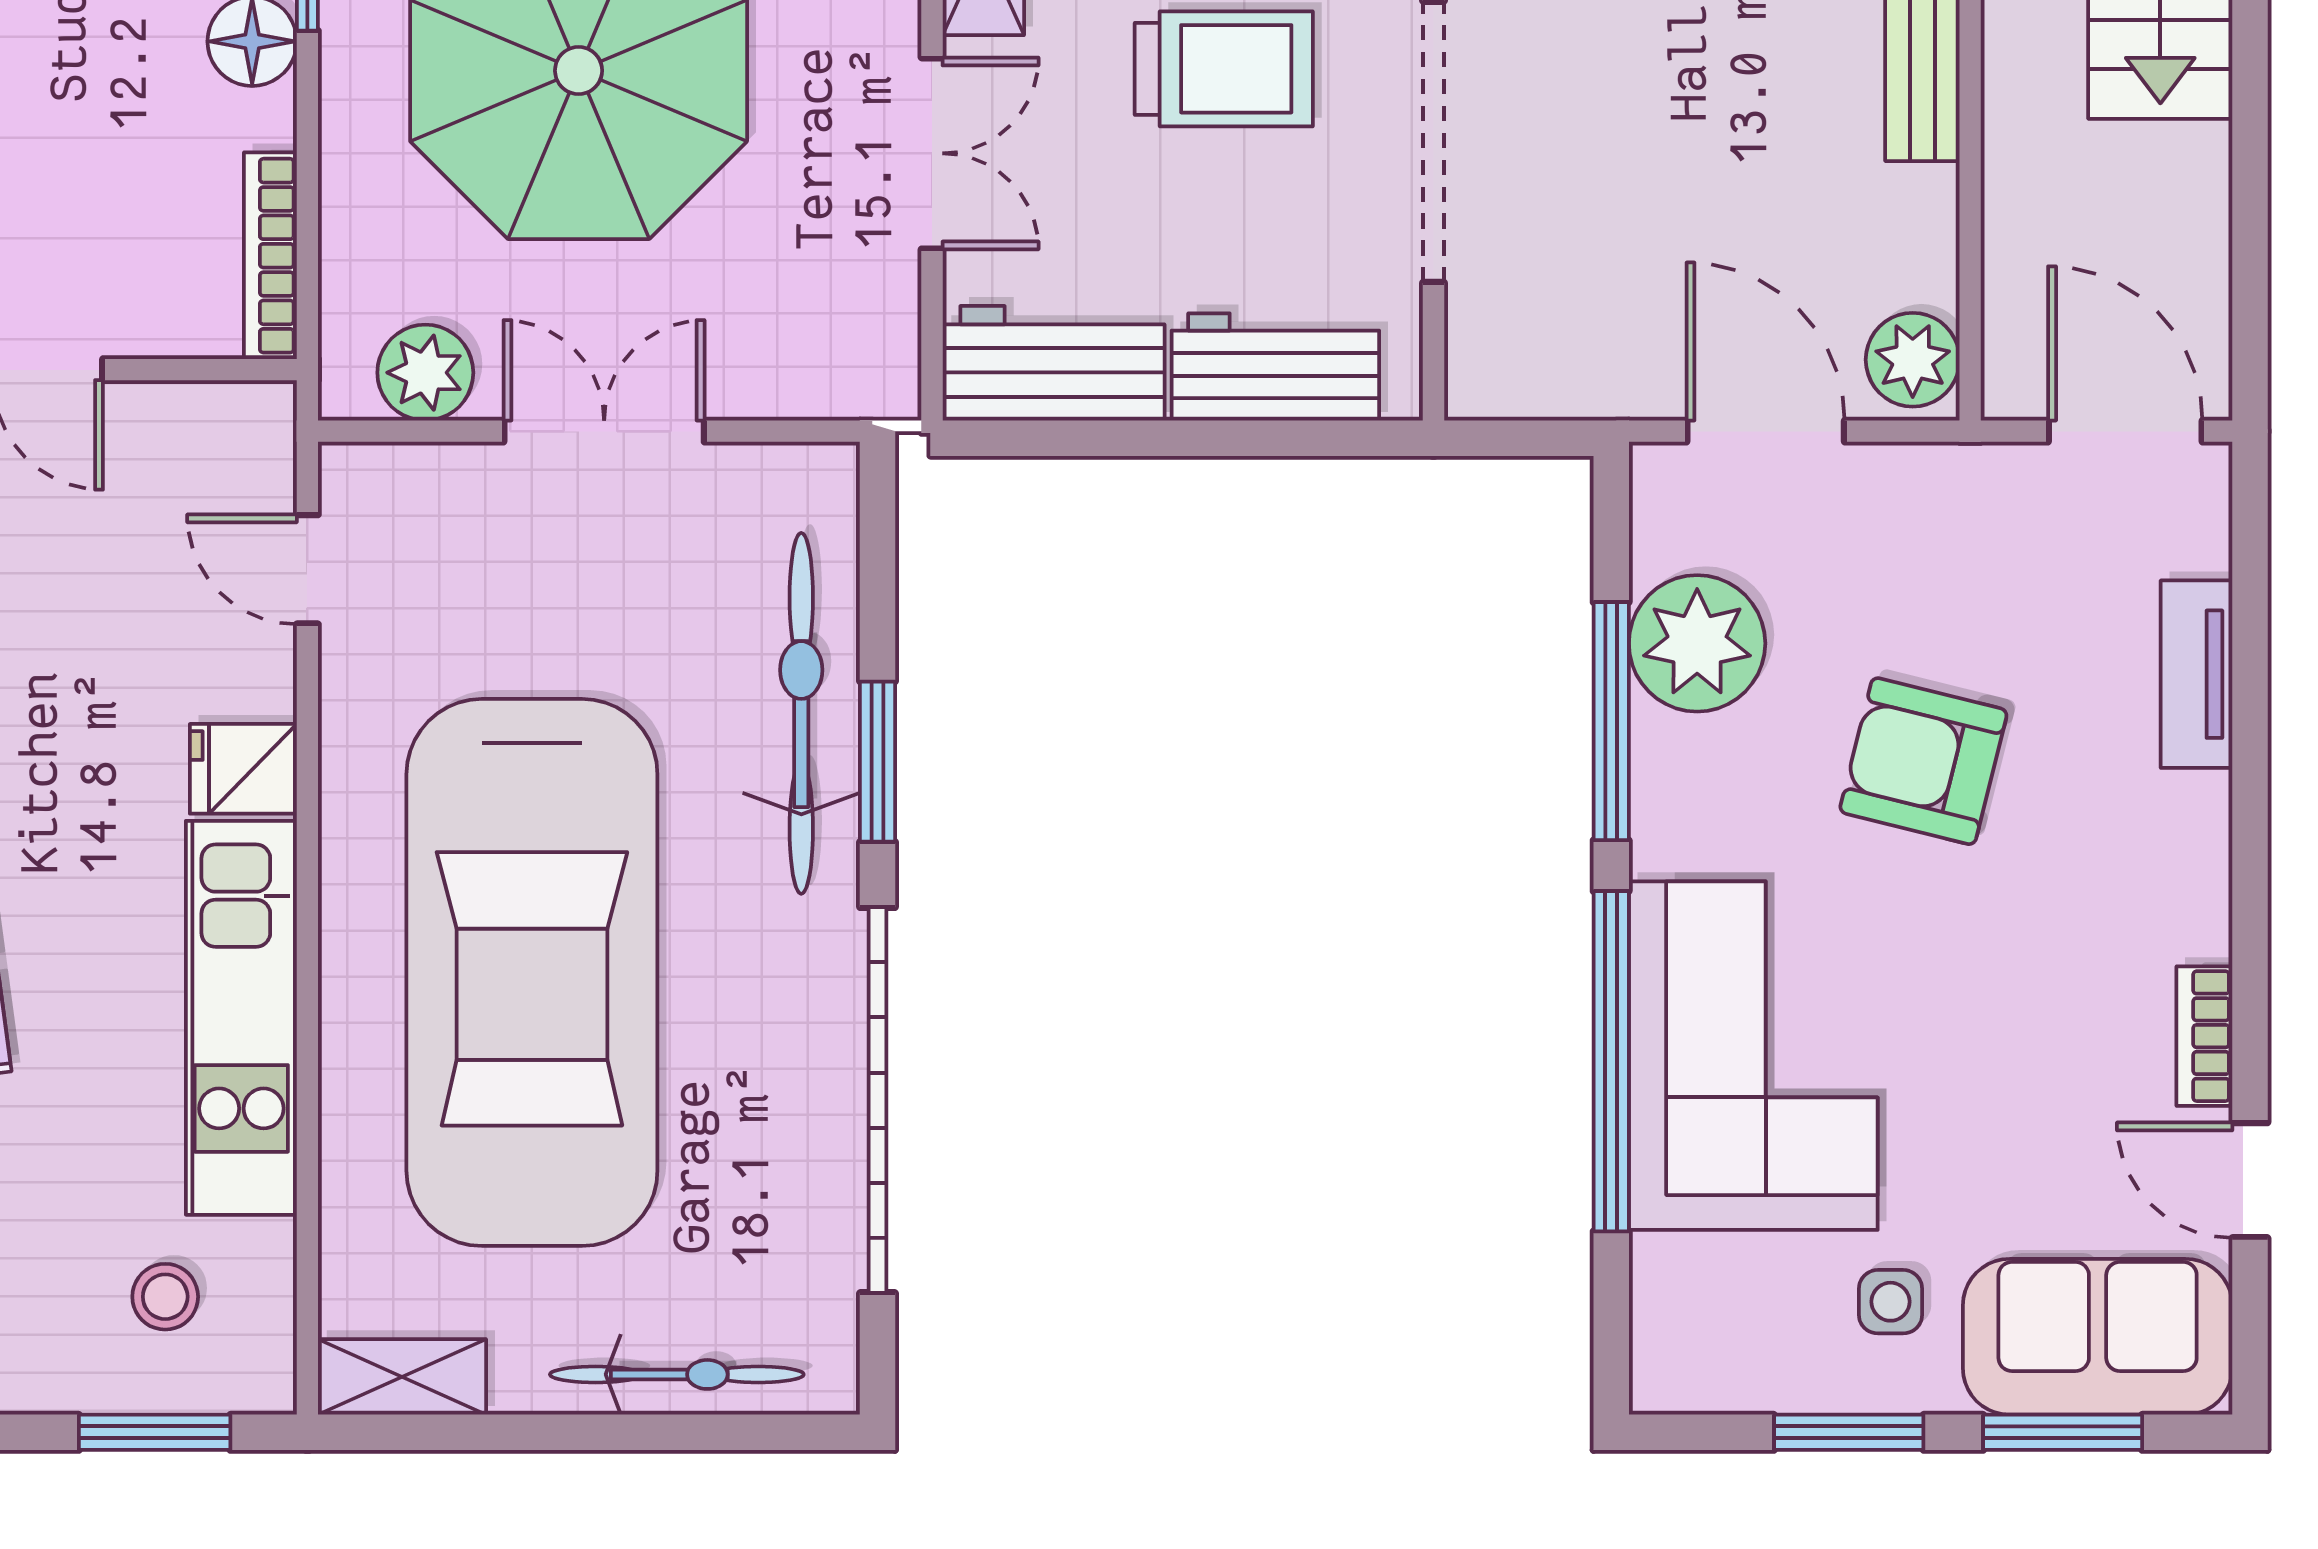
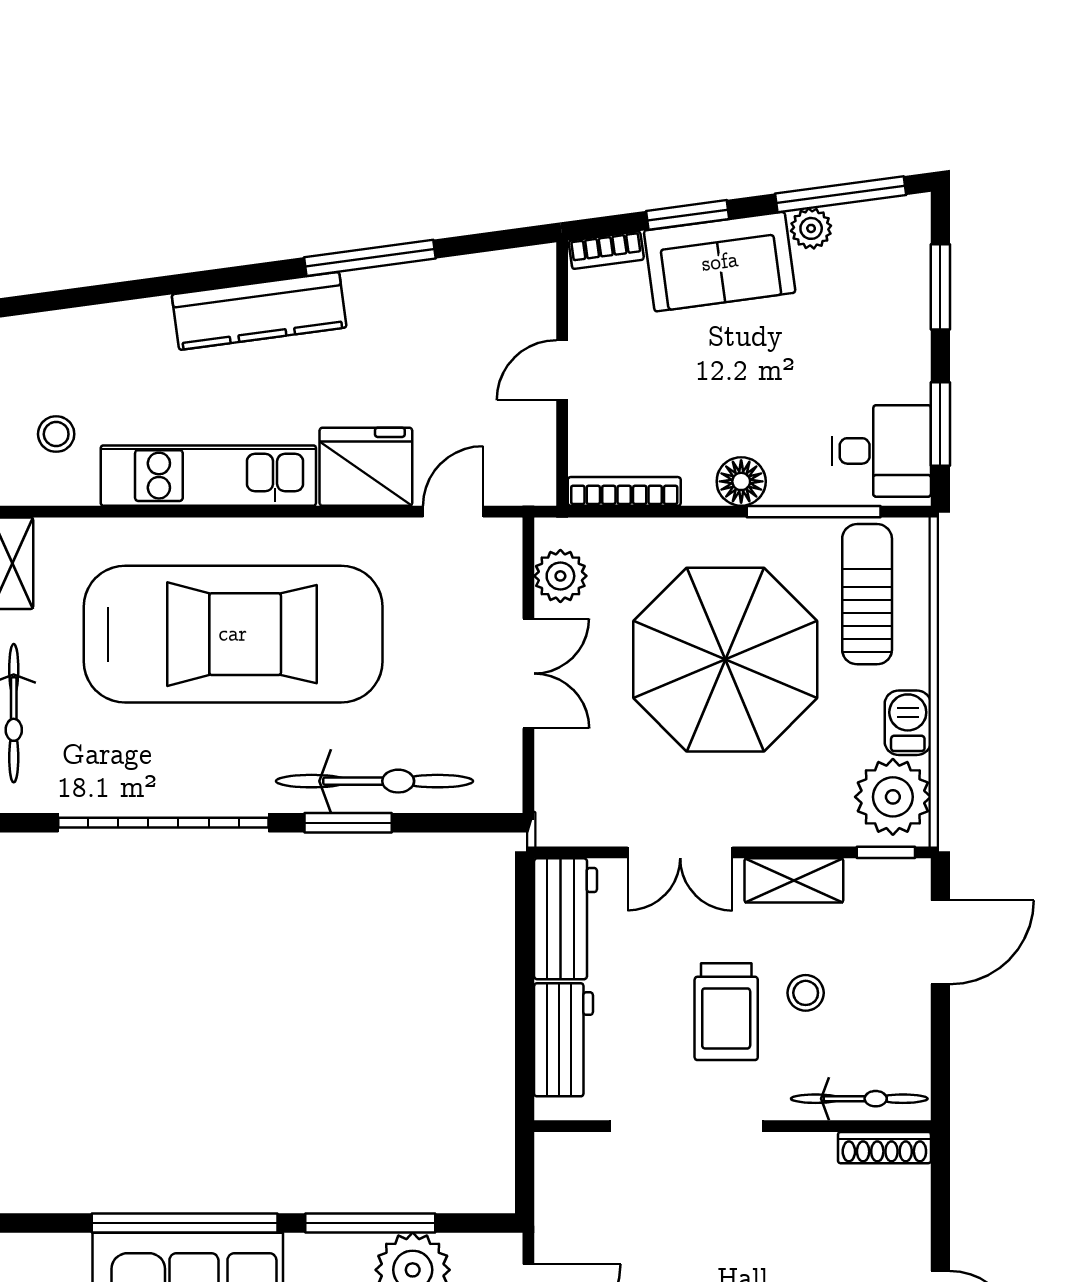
fridge: (243, 769) -> (366, 467), width x1.88, depth x1.34
car: (532, 972) -> (233, 634), turned 180

